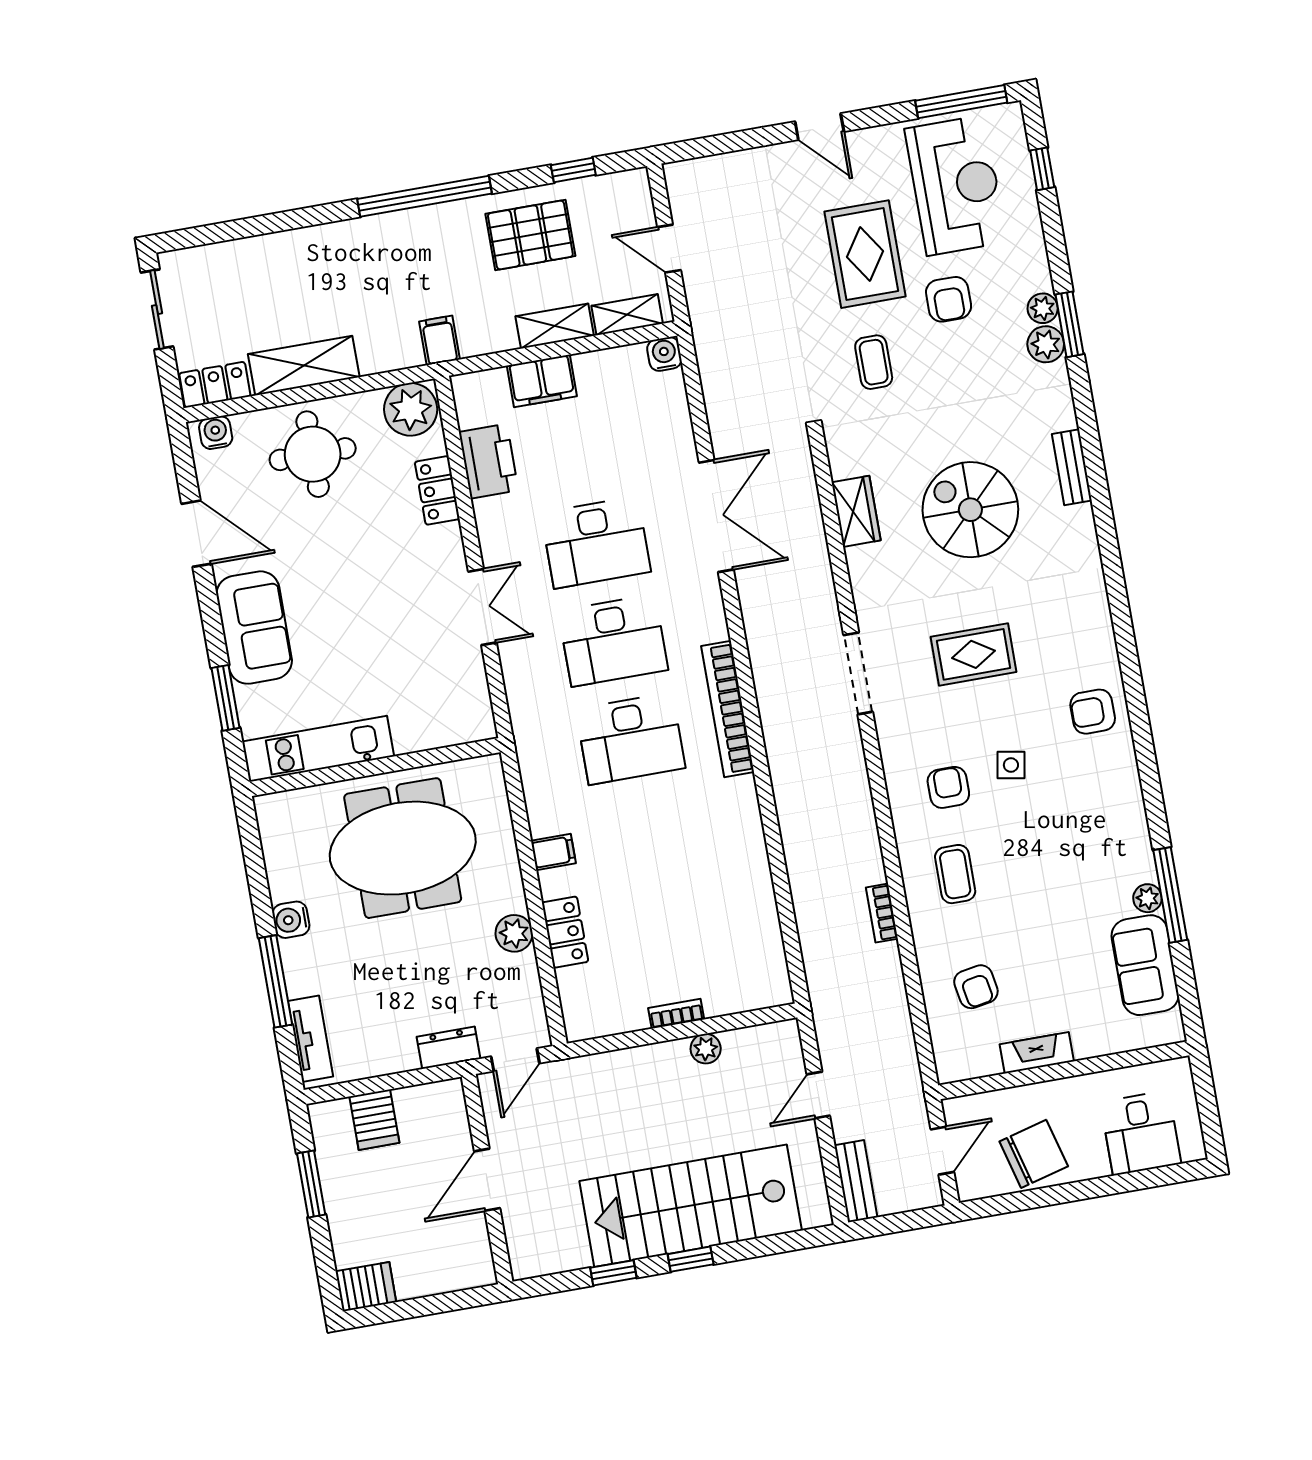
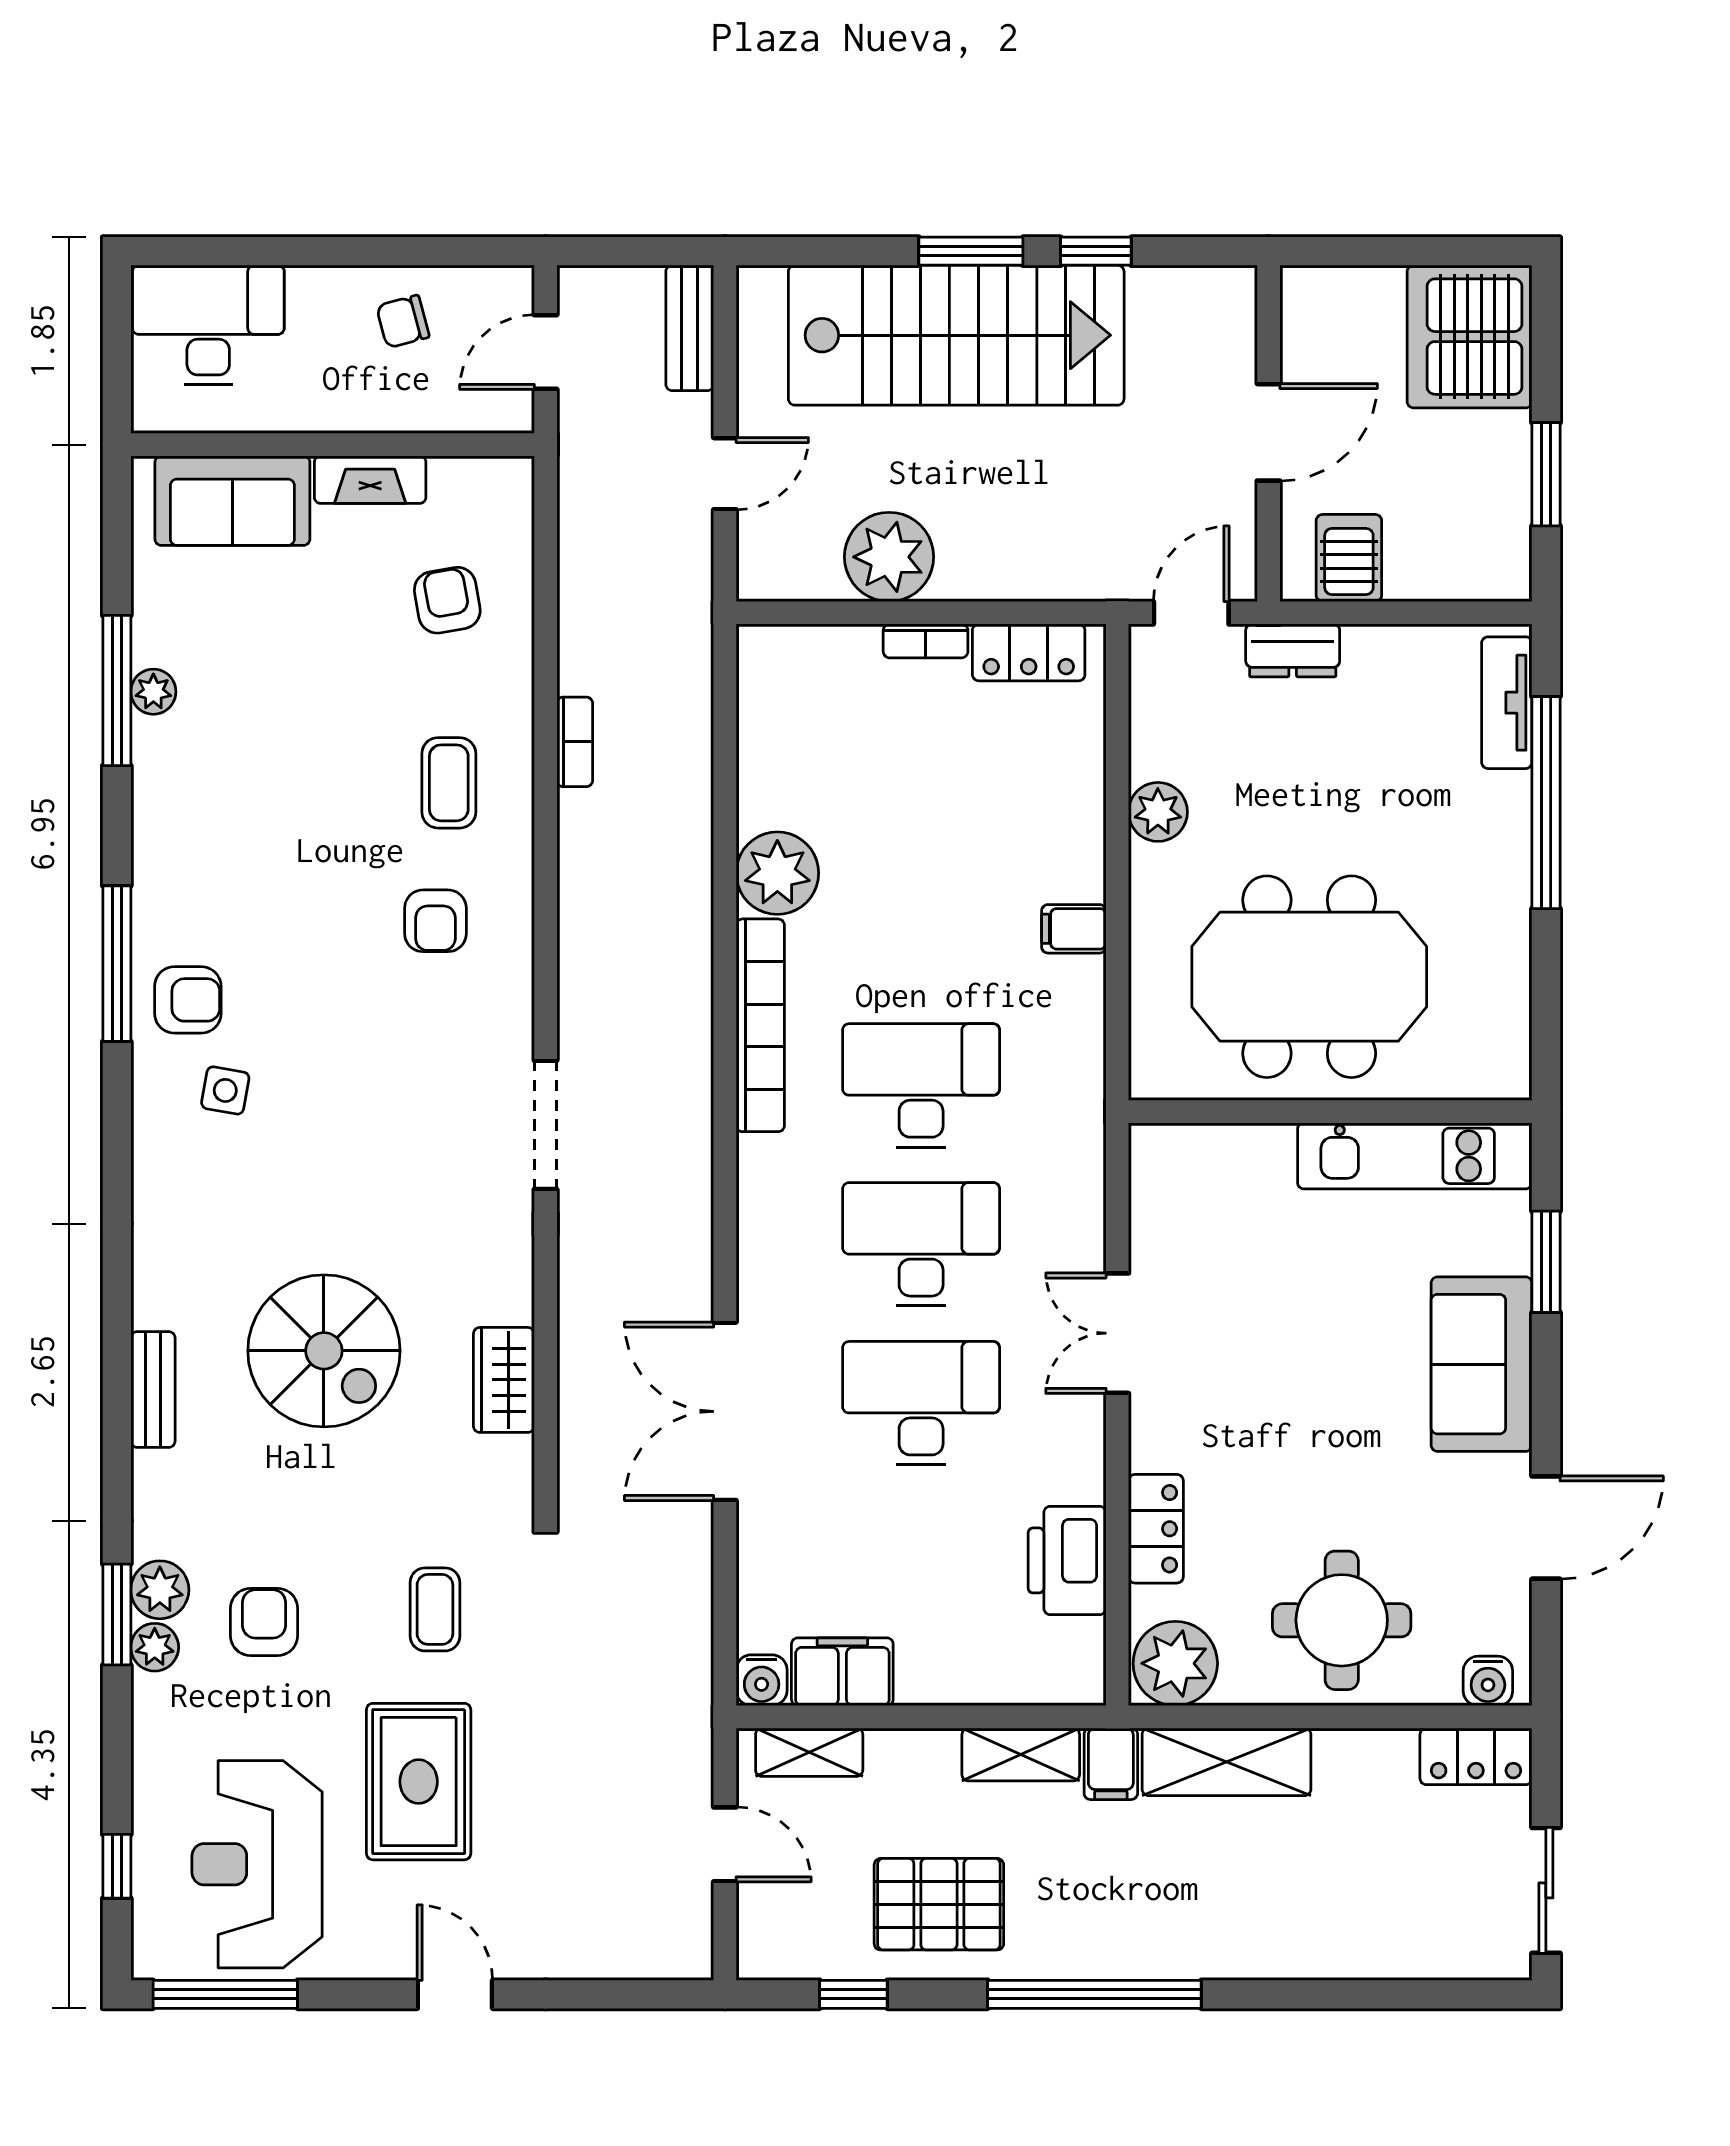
armchair: (949, 299) -> (264, 1622), moved
shelving: (555, 326) -> (1021, 1755), moved
shelving: (304, 366) -> (1227, 1762), moved
filing cabinet: (542, 381) -> (842, 1672), moved
door: (197, 534) -> (1546, 1528), swing flipped
rug: (974, 654) -> (359, 1123), removed
bookcase: (728, 709) -> (760, 1025), moved
window: (1140, 726) -> (117, 964), added
side table: (1011, 765) -> (225, 1090), moved
plant: (742, 854) -> (777, 873), added
water cooler: (291, 920) -> (1505, 895), removed
locker: (565, 932) -> (1029, 652), moved, turned -90
sofa: (1145, 965) -> (232, 501), moved, turned 90
window: (275, 981) -> (1546, 803), width x1.46
plant: (706, 1049) -> (889, 557), width x1.88, depth x1.88
server rack: (374, 1120) -> (1349, 558), moved
desk: (1141, 1133) -> (208, 325), width x1.37
chair: (1034, 1154) -> (403, 322), width x0.54, depth x0.54
window: (691, 1259) -> (971, 251), width x1.50
server rack: (366, 1287) -> (1470, 337), width x2.18, depth x1.44

